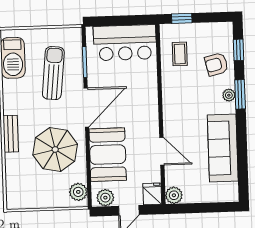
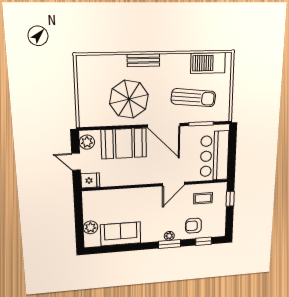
armchair: (216, 64) -> (193, 226), turned -77
sofa: (223, 148) -> (121, 234), width x0.73
door: (162, 151) -> (173, 184), moved
plant: (78, 192) -> (92, 119), removed
plant: (174, 195) -> (90, 227), moved

